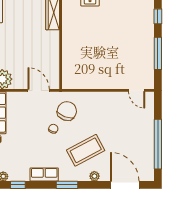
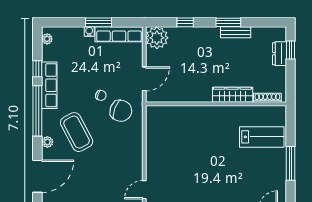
row of seats: (44, 175) -> (49, 85), width x1.48
window: (18, 185) -> (37, 69), moved
window: (67, 185) -> (37, 111), width x2.11

